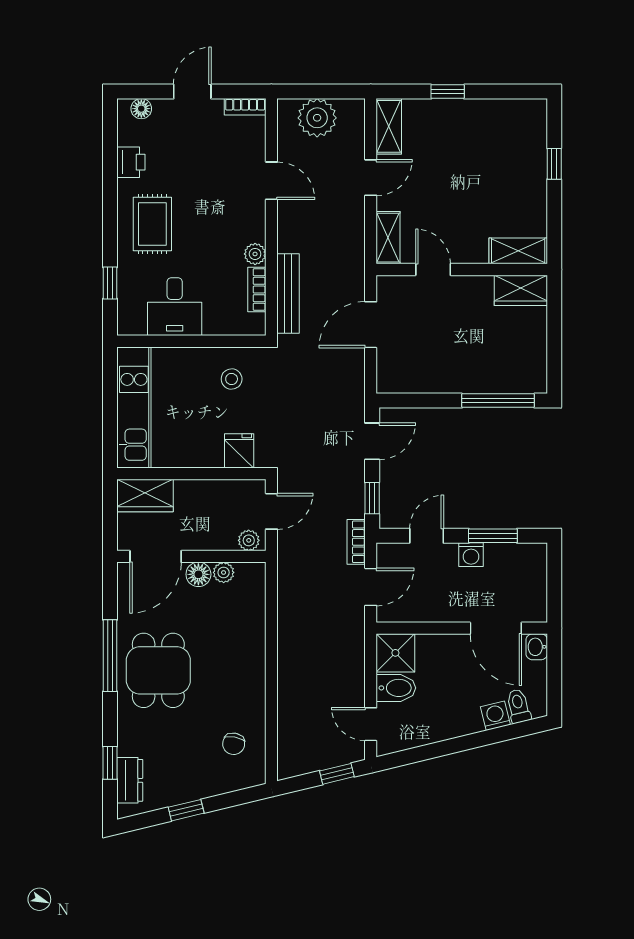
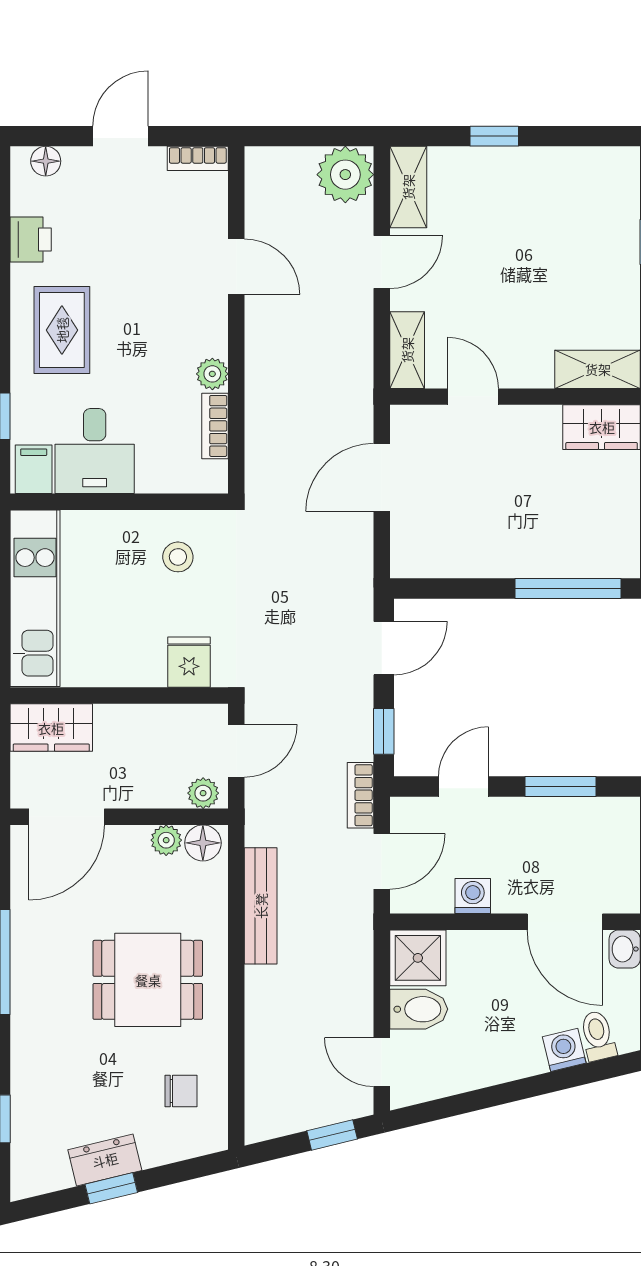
plant: (317, 118) -> (345, 175), moved
bench: (288, 294) -> (261, 906), moved
filing cabinet: (133, 319) -> (34, 469), added
washing machine: (471, 555) -> (473, 896), moved, turned 180
floor lamp: (198, 574) -> (203, 843), moved
dining table: (158, 670) -> (148, 980), moved, turned 90
chair: (234, 744) -> (181, 1091), turned -101
dresser: (130, 780) -> (105, 1160), moved, turned -104

